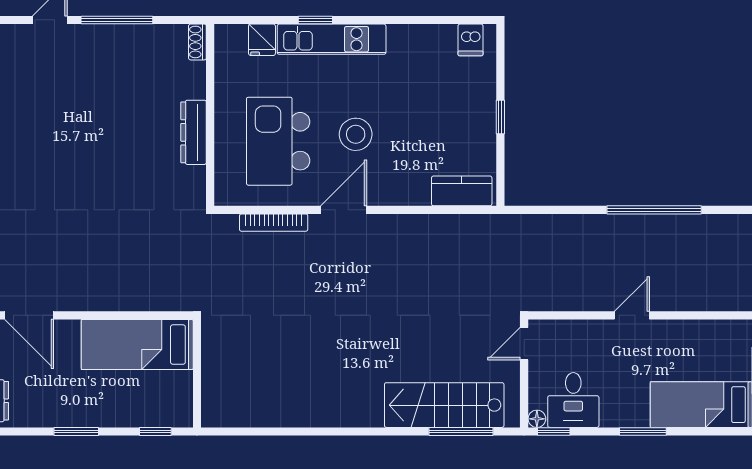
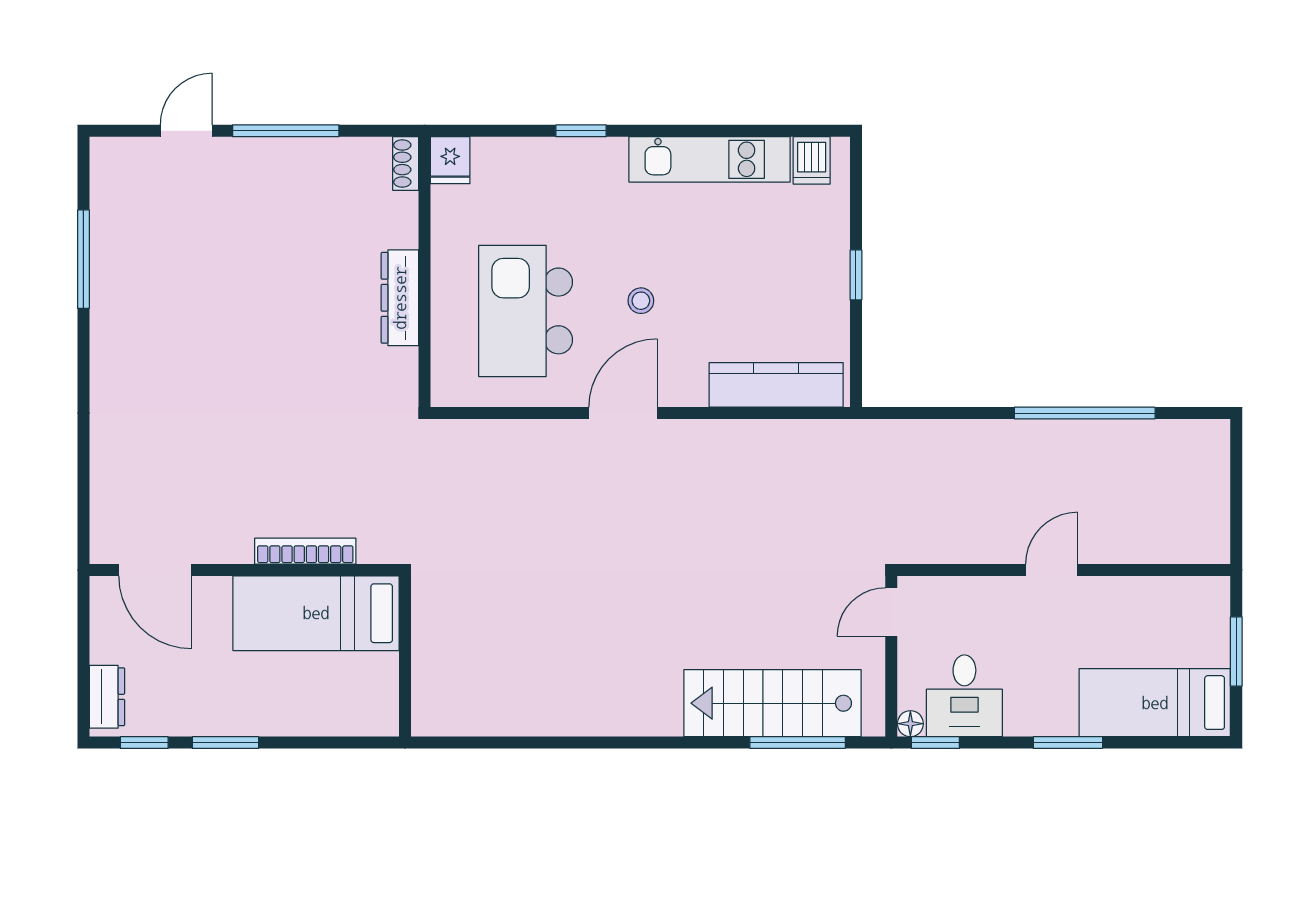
kitchen unit: (332, 39) -> (710, 159), moved
fridge: (262, 40) -> (450, 160), moved
stool: (356, 134) -> (641, 301), width x0.53, depth x0.53
kitchen counter: (462, 191) -> (776, 385), width x1.50
bookcase: (274, 223) -> (305, 551), moved, turned 180
window: (155, 431) -> (144, 743), moved

